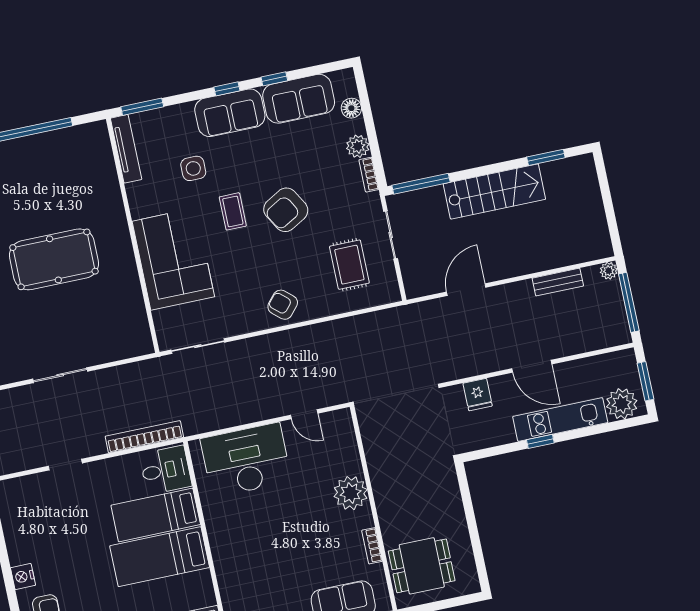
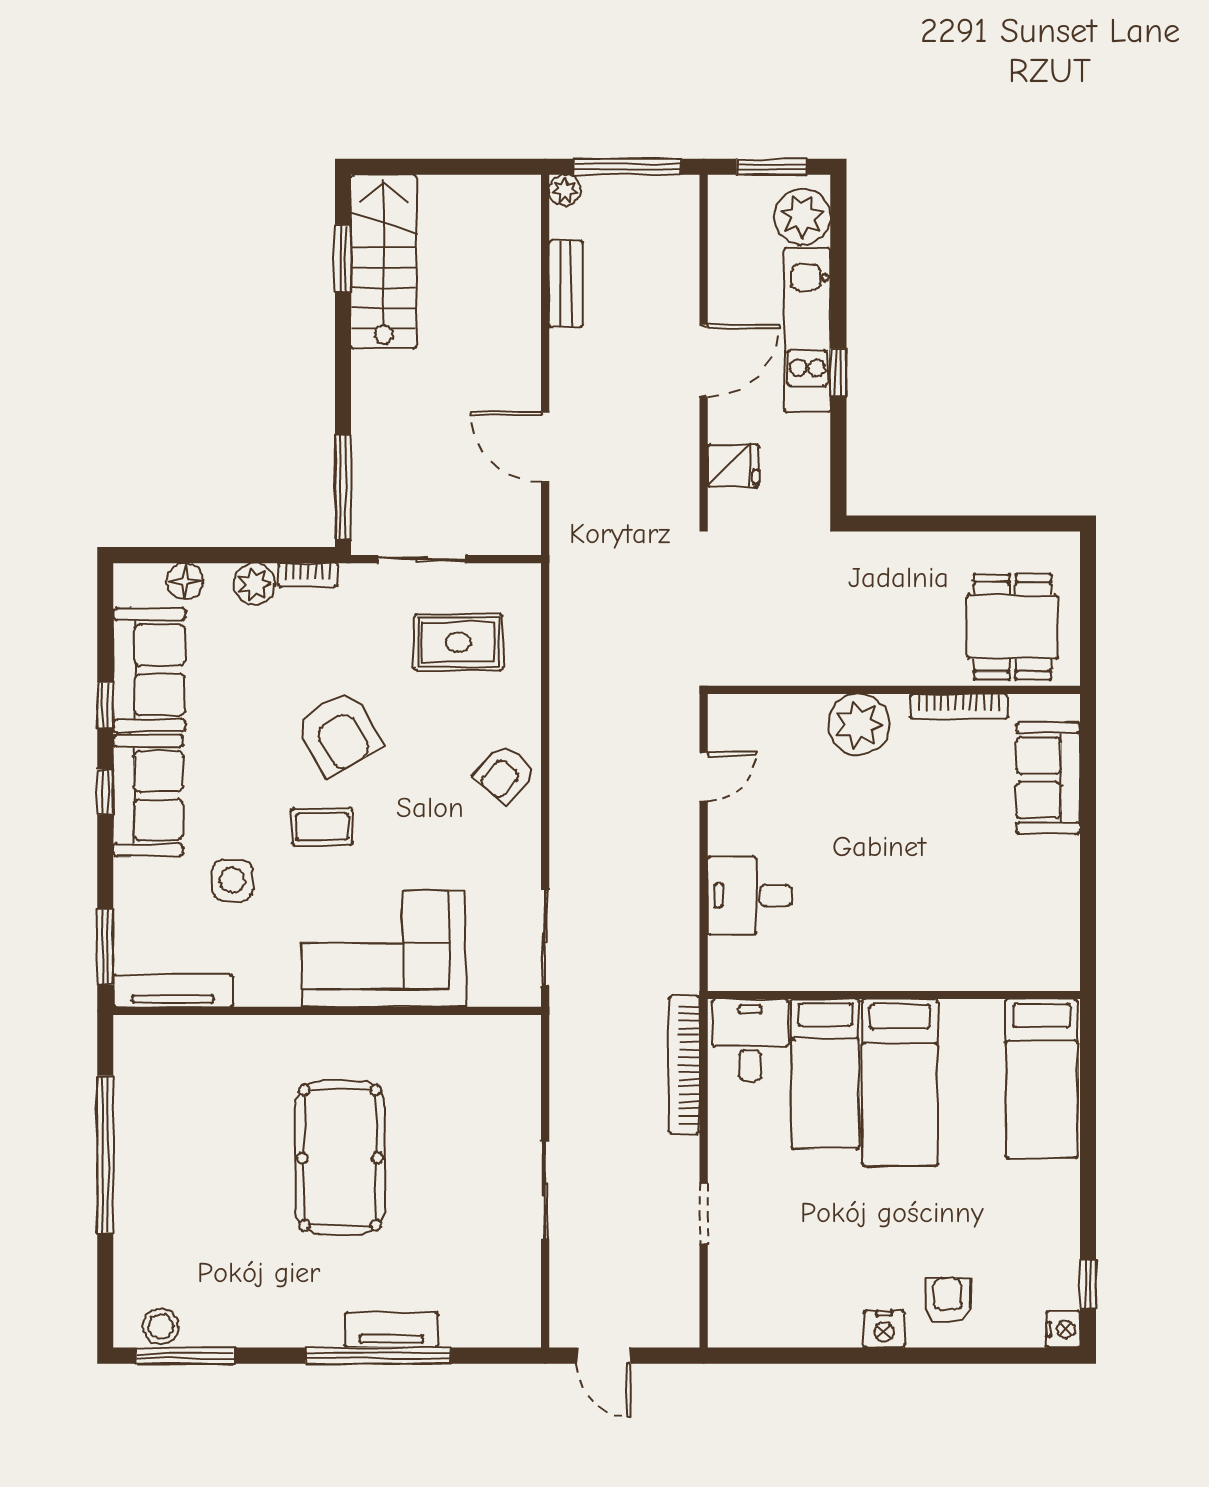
stairs: (494, 191) -> (384, 262), moved
desk: (246, 460) -> (750, 896), width x0.53, depth x0.77
bookcase: (372, 546) -> (959, 706), width x1.56

